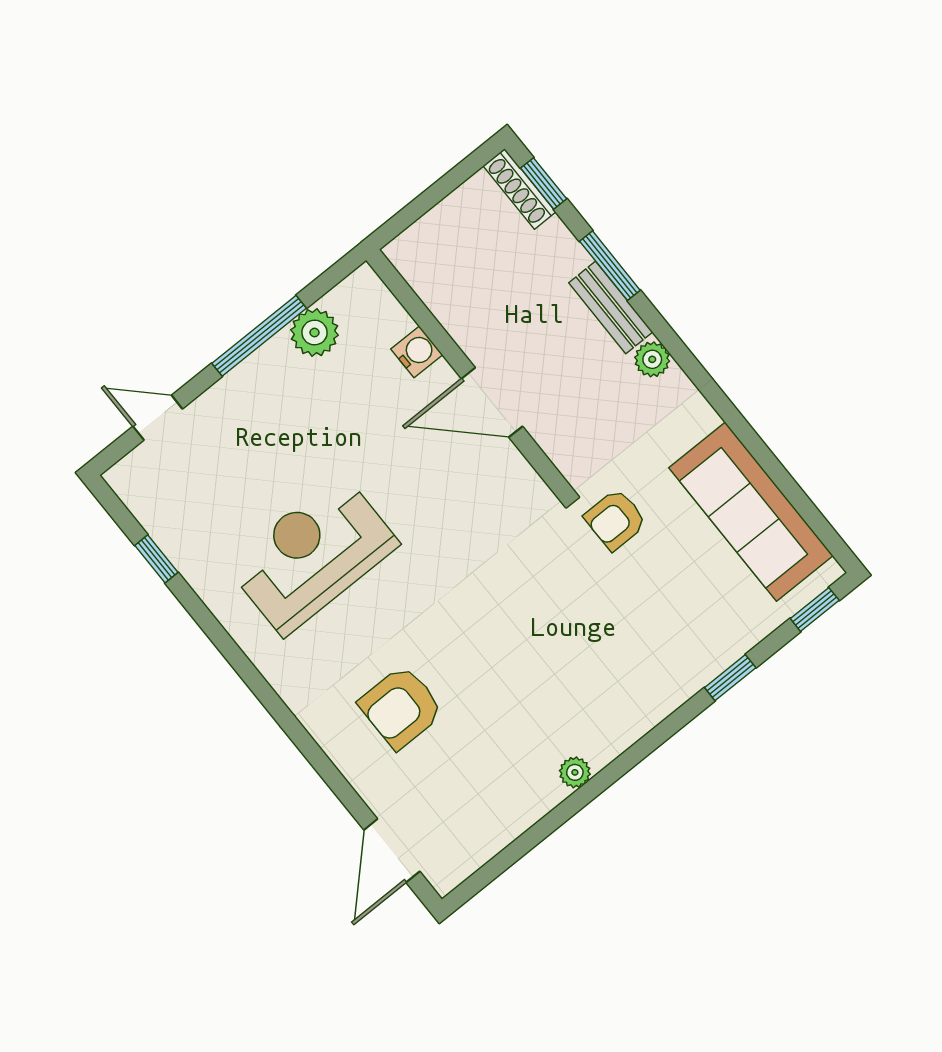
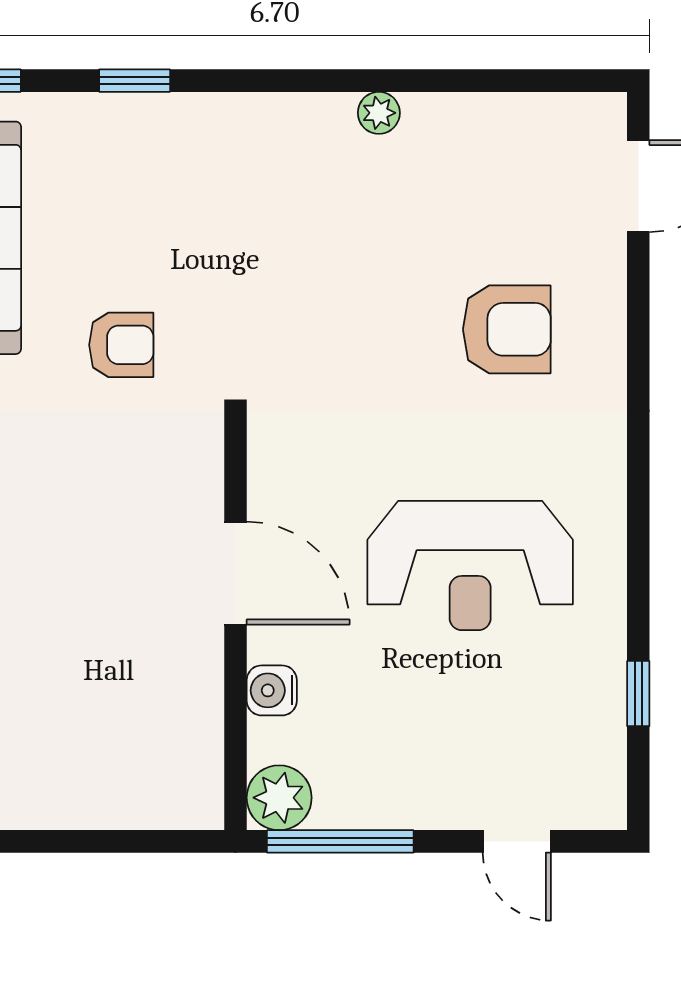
water cooler: (417, 352) -> (272, 690), moved
wall: (467, 372) -> (235, 626), moved
door: (492, 402) -> (235, 573), moved

